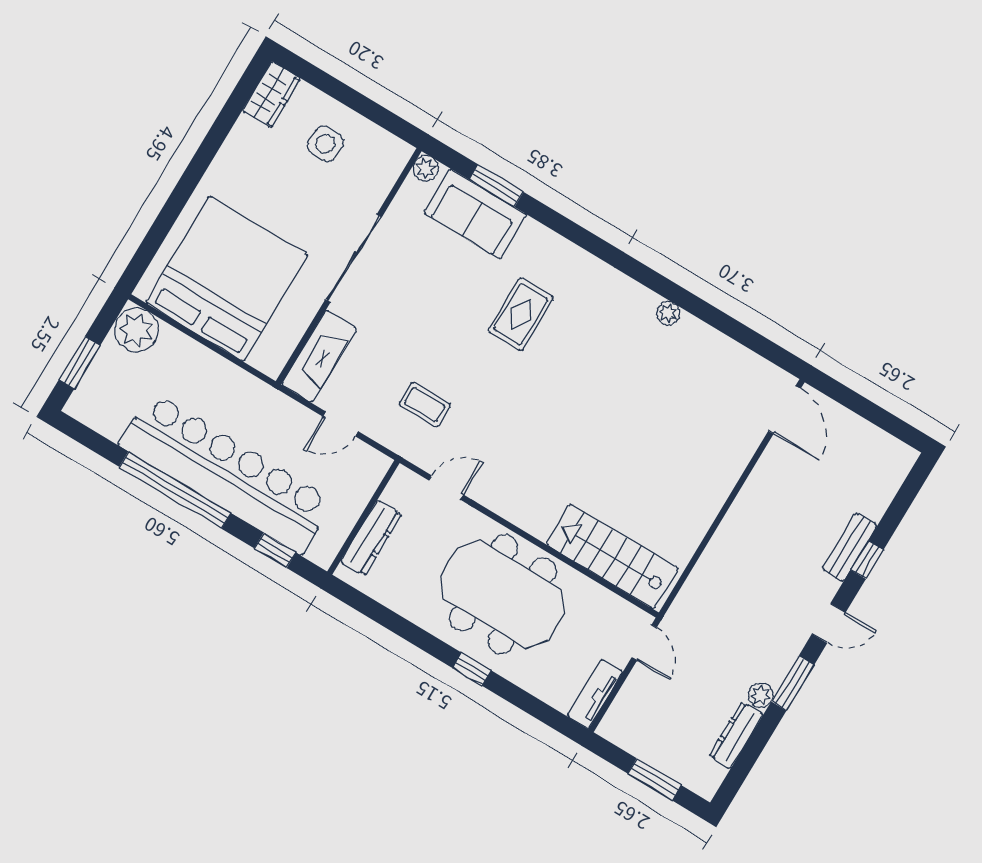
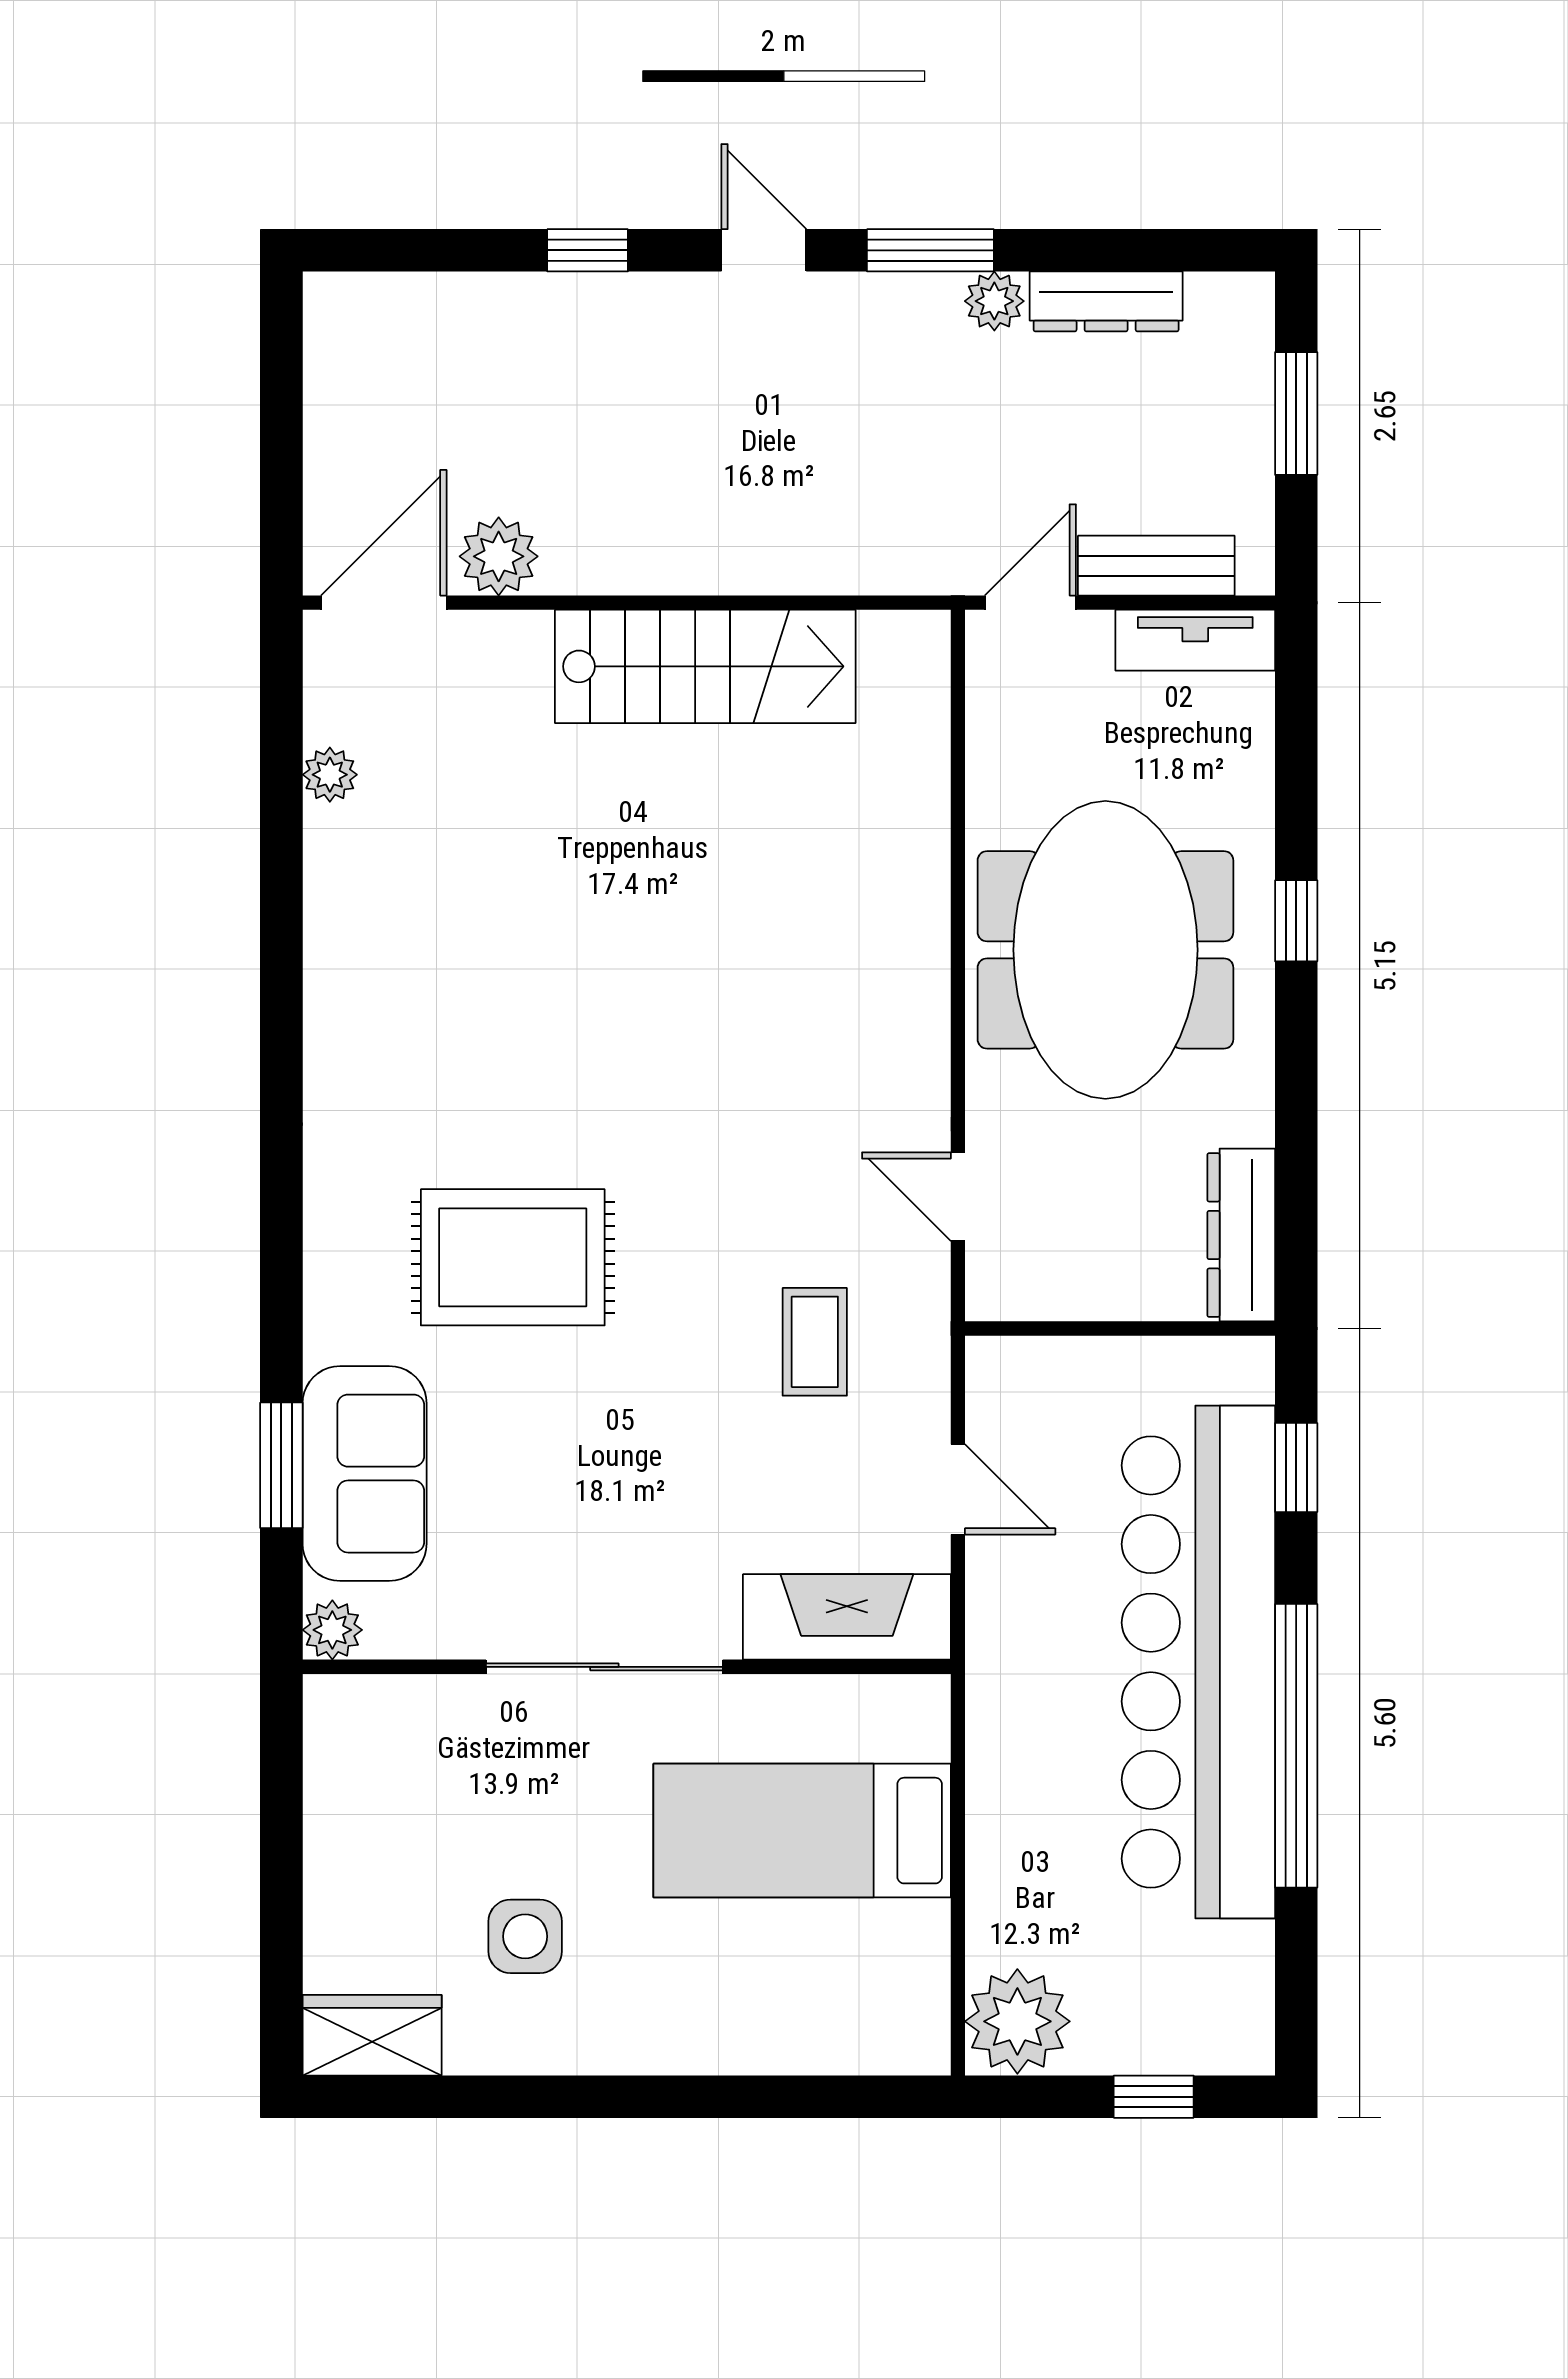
side table: (325, 144) -> (525, 1936), moved
bed: (227, 279) -> (802, 1831), width x0.49
plant: (668, 313) -> (330, 775), moved
rug: (521, 314) -> (513, 1257), width x1.36, depth x1.43
window: (80, 363) -> (1154, 2097), width x0.67
plant: (776, 461) -> (499, 556), added
dresser: (371, 538) -> (1241, 1235), moved, turned -90
bench: (850, 547) -> (1156, 566), moved
stairs: (612, 556) -> (705, 666), moved, turned -90

